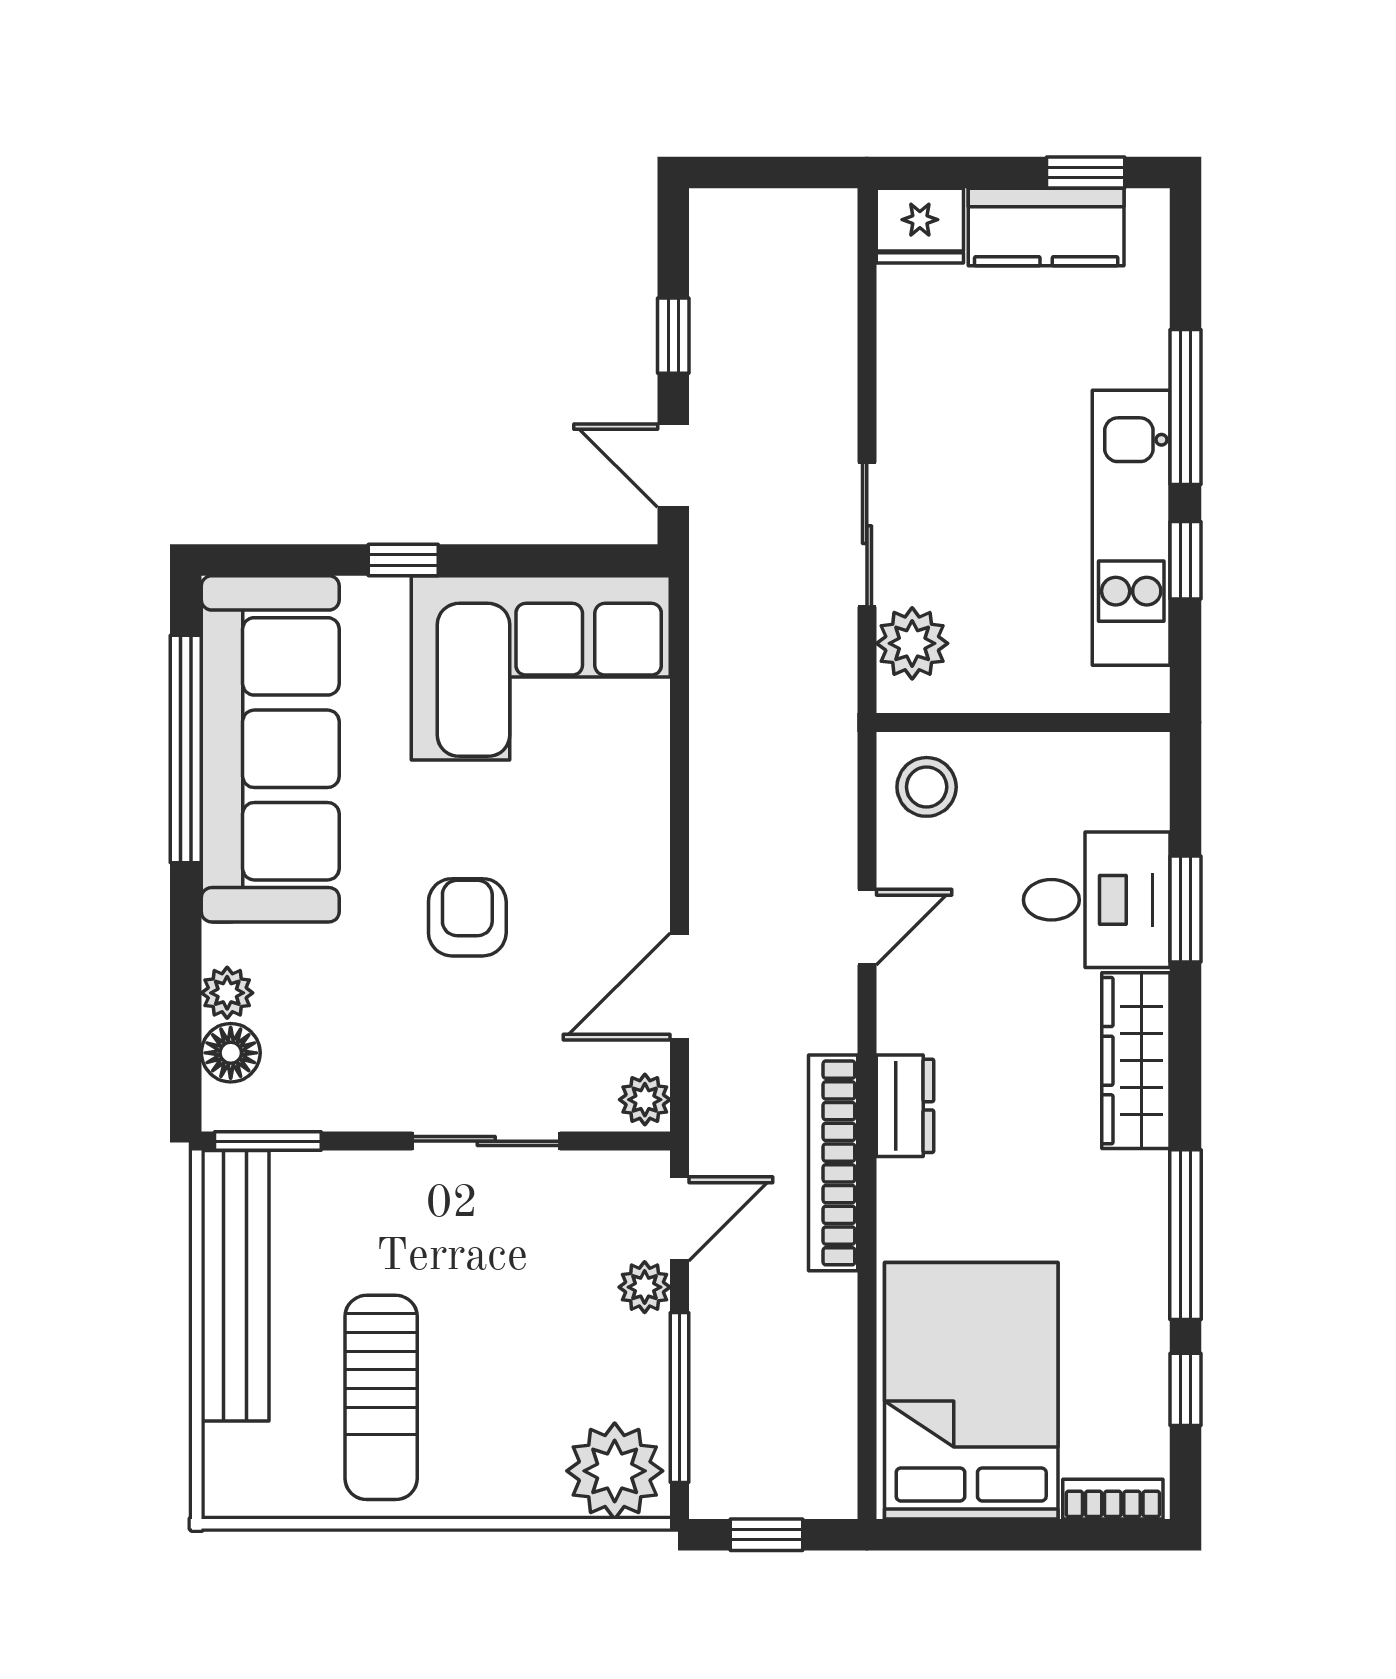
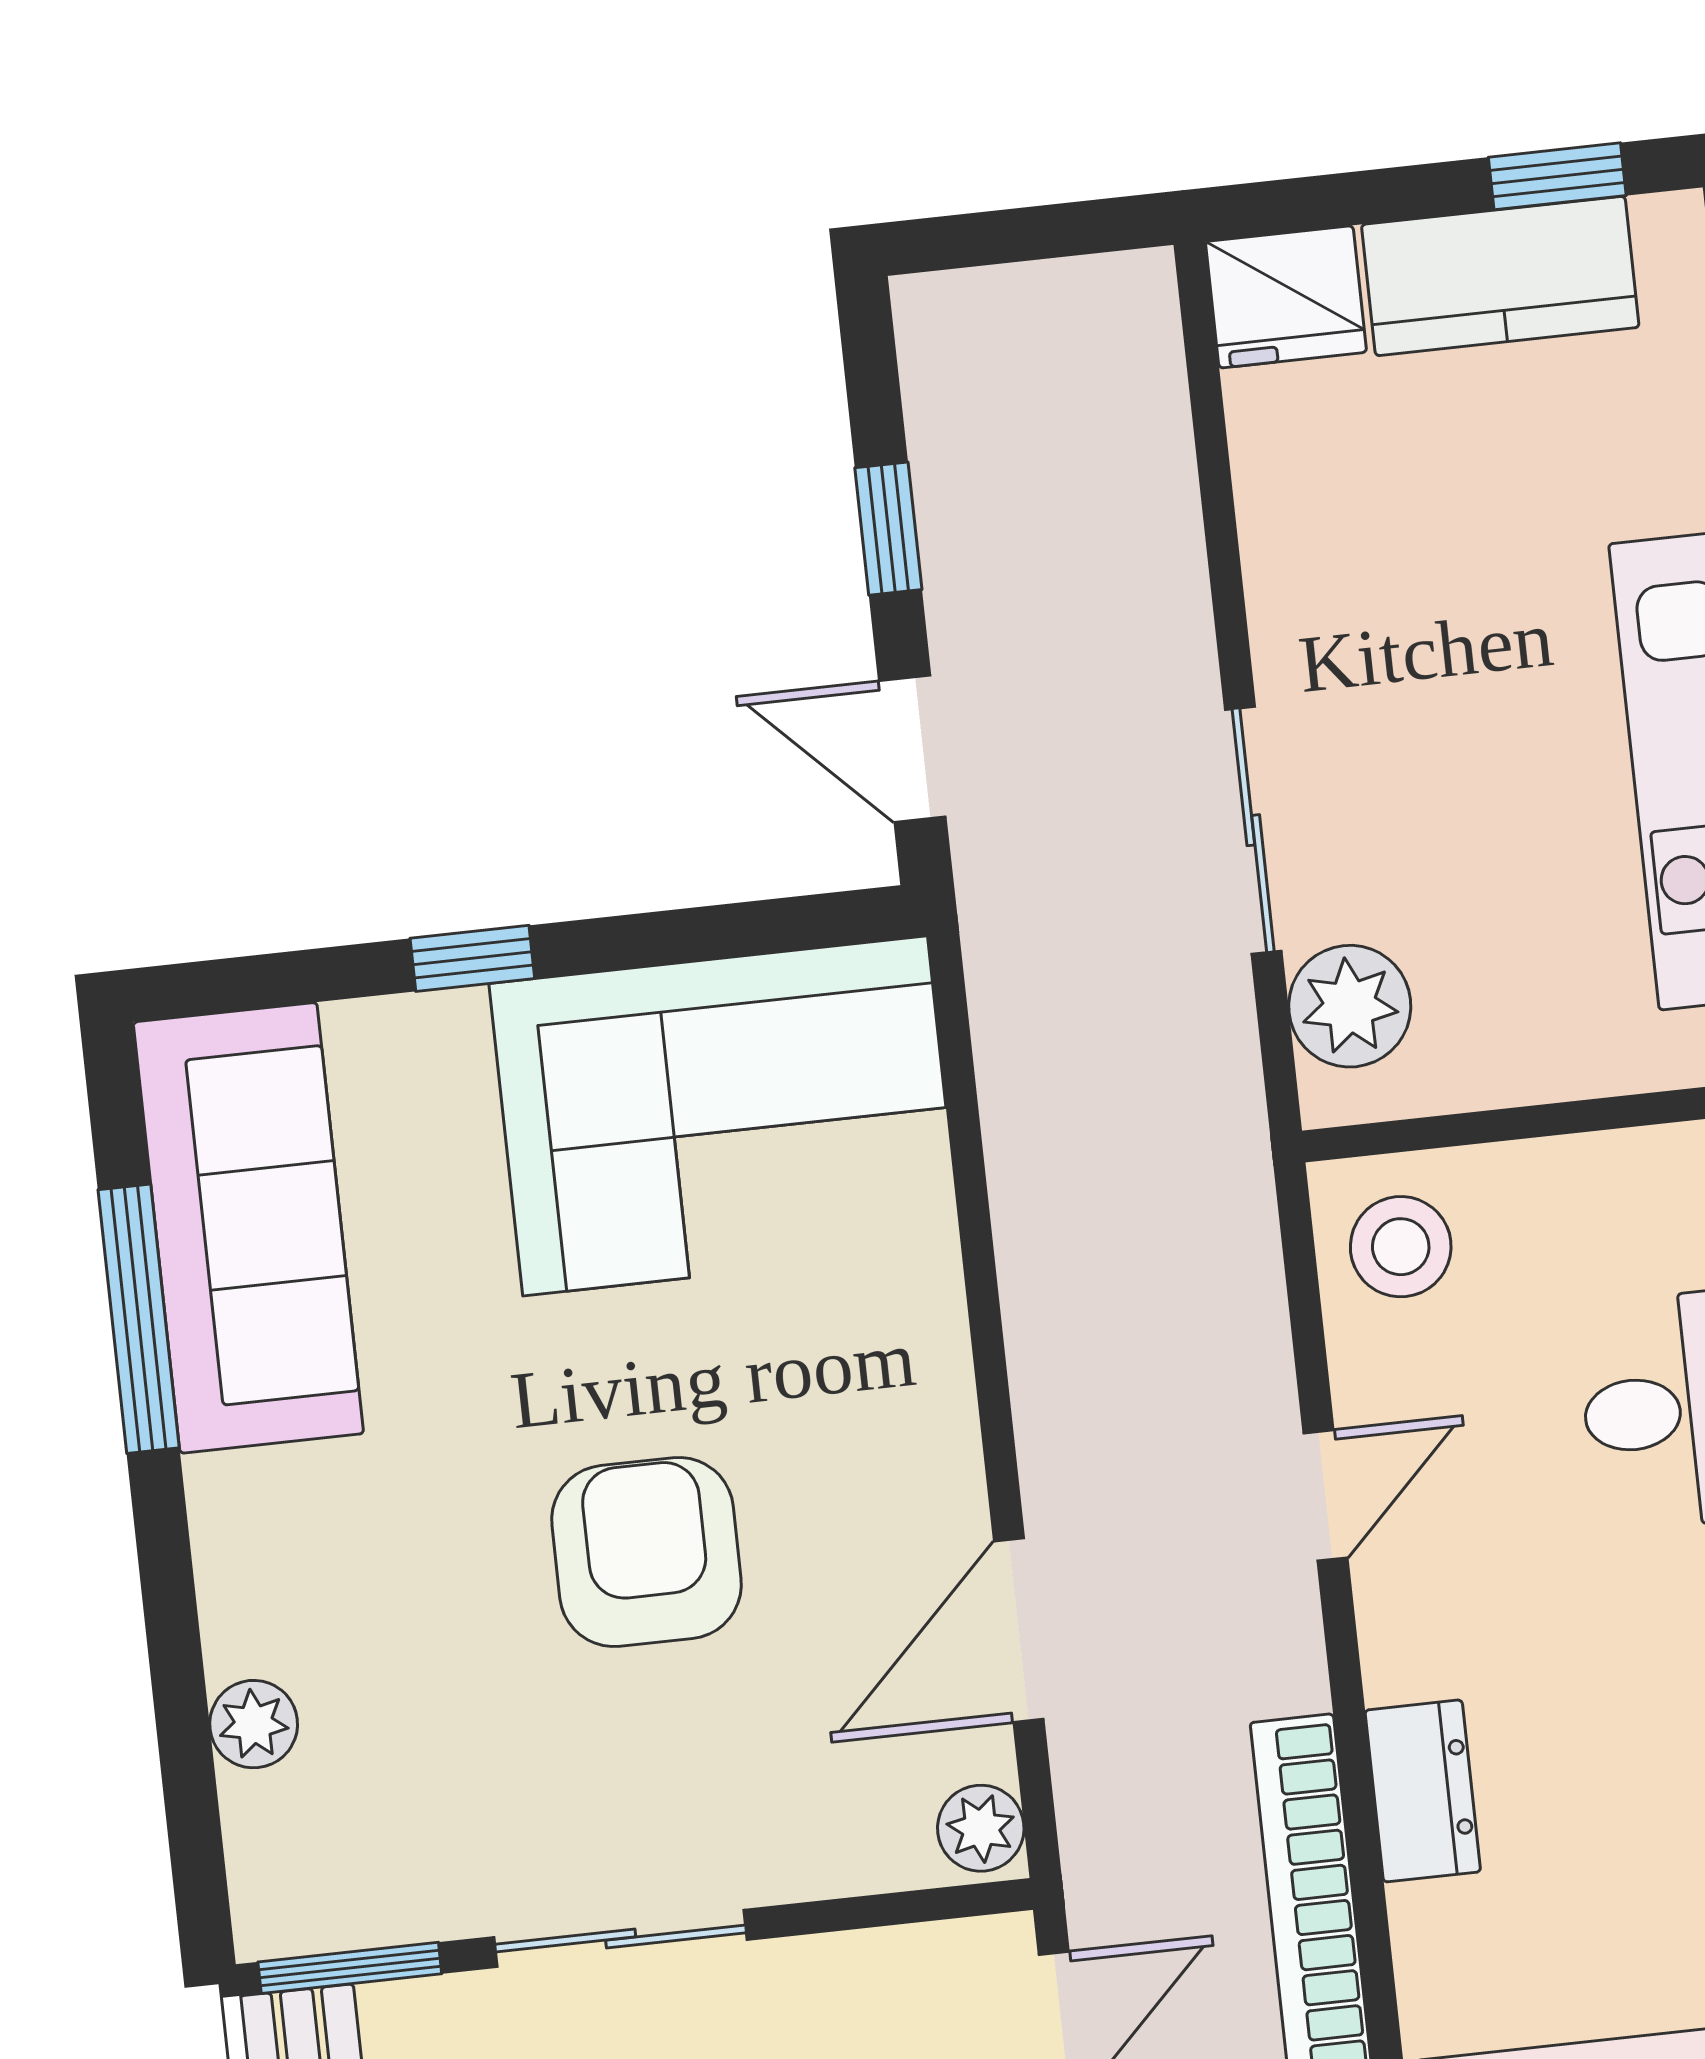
window: (186, 749) -> (139, 1319), width x0.68
sofa: (270, 749) -> (248, 1228), width x0.74, depth x0.79
armchair: (467, 917) -> (647, 1552), width x1.38, depth x1.38
floor lamp: (231, 1053) -> (271, 1825), removed
sliding door: (486, 1141) -> (621, 1938), moved

